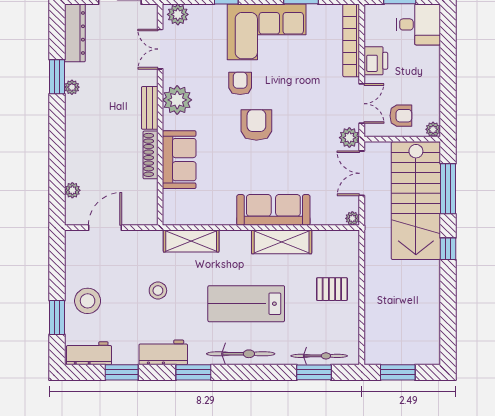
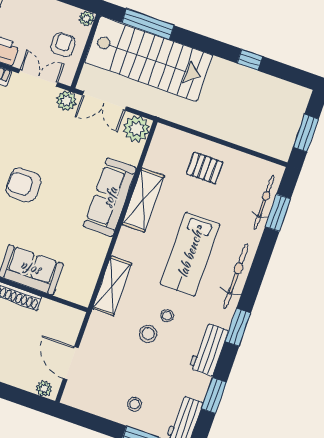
plant: (72, 190) -> (44, 389), moved
plant: (352, 218) -> (136, 129), width x1.88, depth x1.88
window: (448, 249) -> (250, 60), moved
pallet: (332, 289) -> (205, 168), turned 90
stool: (88, 301) -> (135, 404), width x0.53, depth x0.53
stool: (181, 302) -> (167, 316), added

